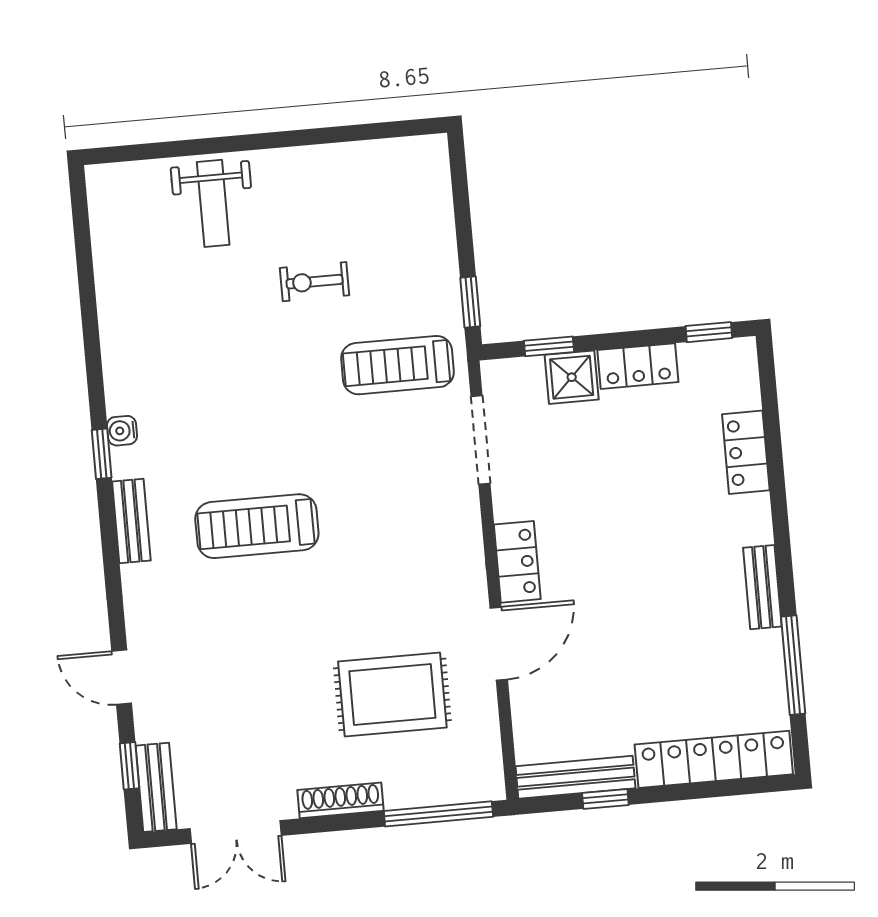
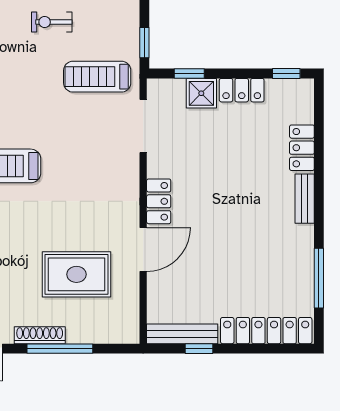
bench: (762, 587) -> (305, 199), moved
window: (438, 814) -> (60, 349), moved

